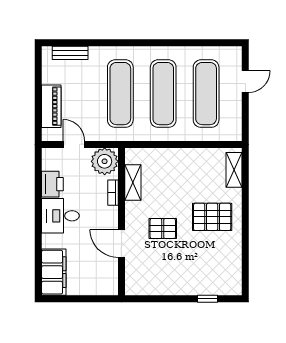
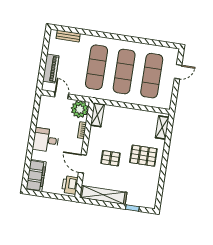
shelving: (133, 182) -> (97, 115), moved
printer: (52, 184) -> (70, 185), moved, turned 180
shelving: (160, 286) -> (103, 195), added

